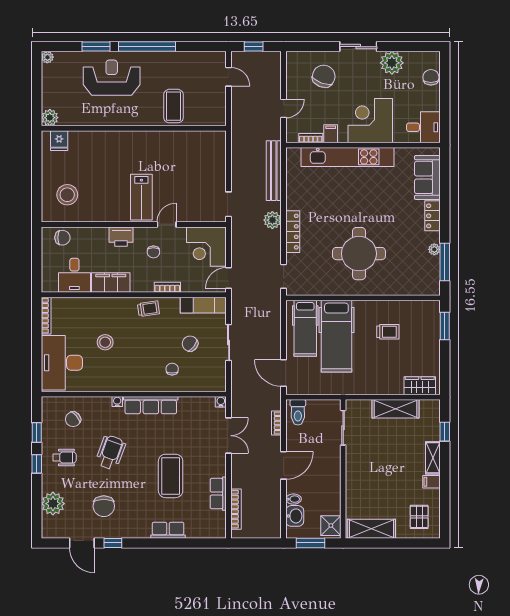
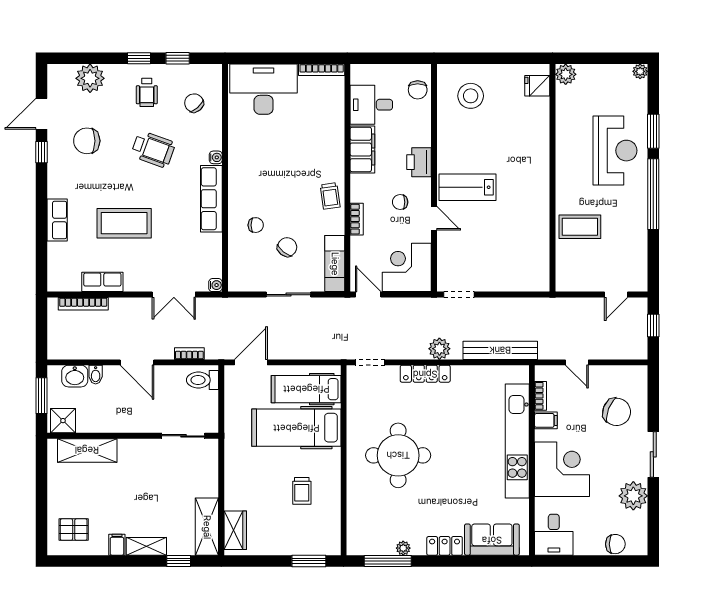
stool: (105, 342) -> (289, 143), removed
shelving: (396, 409) -> (207, 527), moved
shelving: (371, 529) -> (87, 450), moved, turned 90

